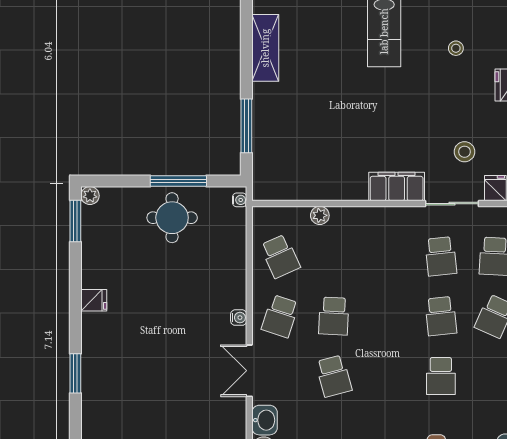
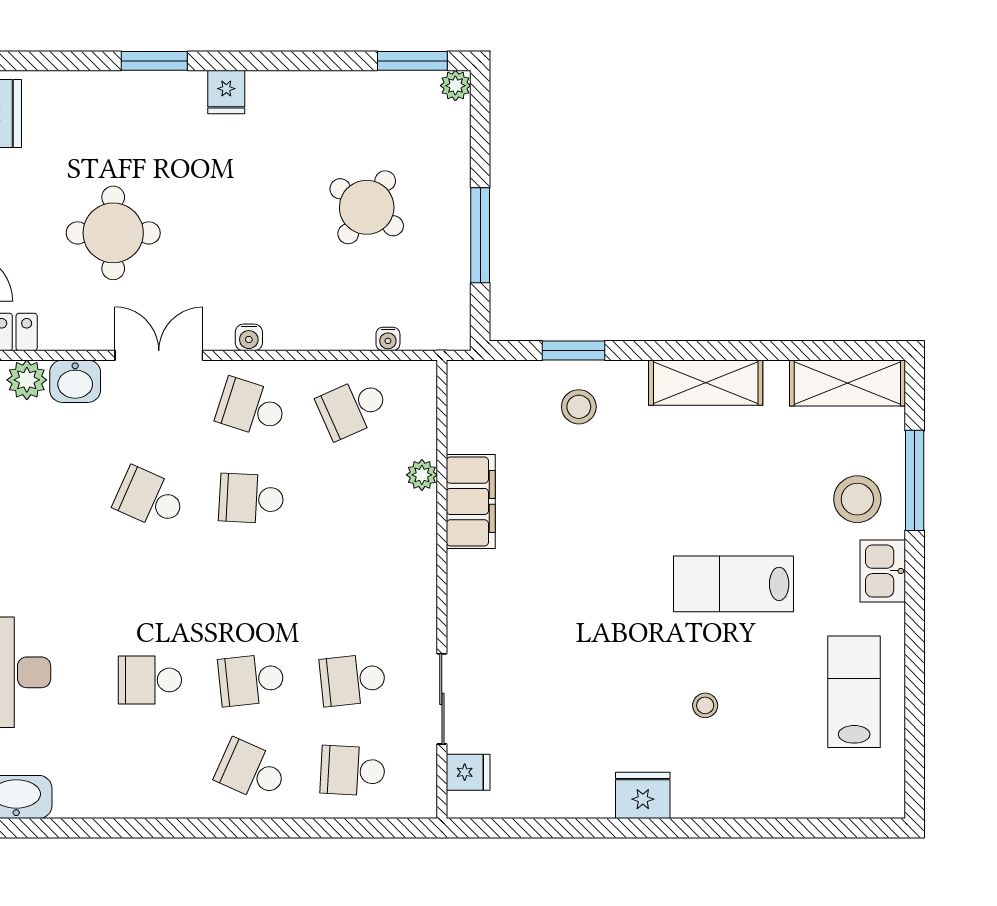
window: (246, 126) -> (574, 350), width x0.69
stool: (465, 152) -> (579, 407), moved
filing cabinet: (397, 187) -> (471, 501), moved
water cooler: (240, 200) -> (388, 339), moved
round table: (172, 218) -> (367, 207), moved, turned 35
fridge: (94, 300) -> (226, 92), moved
school desk: (334, 376) -> (150, 499), turned 39
round table: (177, 398) -> (113, 233), added

